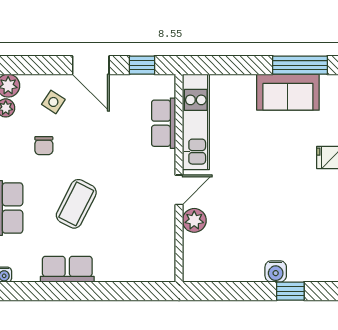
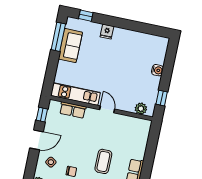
coffee table: (76, 204) -> (103, 161), turned 63
plant: (194, 220) -> (141, 109), moved
window: (290, 291) -> (162, 98), moved

